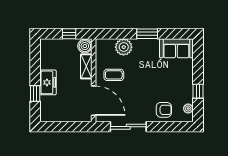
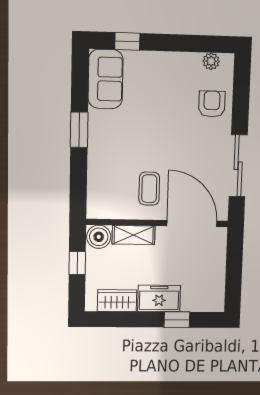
plant: (124, 47) -> (102, 171), removed
wardrobe: (47, 58) -> (117, 301), added
window: (198, 91) -> (127, 41), moved
door: (94, 101) -> (192, 223), hinge flipped

